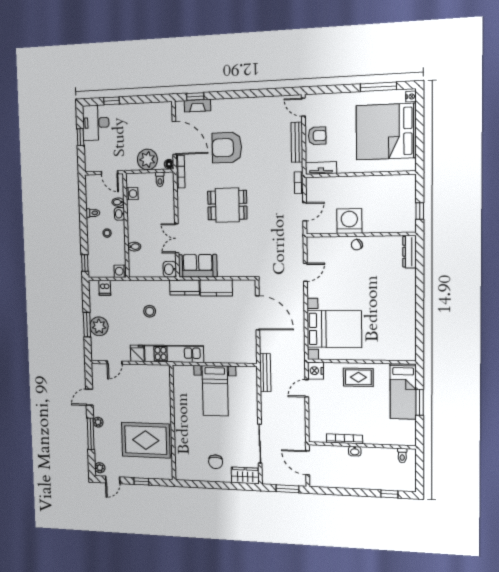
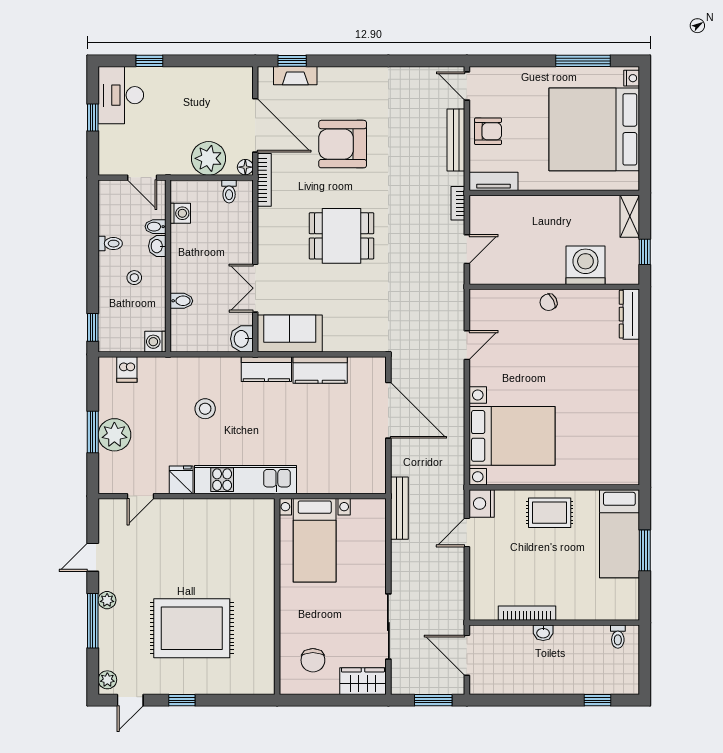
shelving: (410, 188) -> (630, 216), added
washing machine: (349, 221) -> (585, 265), moved
wall: (173, 423) -> (277, 596), moved

